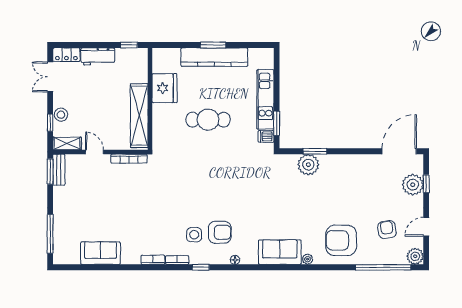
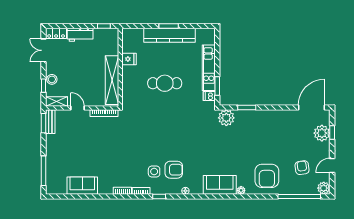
fridge: (165, 88) -> (129, 59), width x0.53, depth x0.75
plant: (308, 165) -> (226, 118), moved
armchair: (341, 240) -> (267, 176), turned -90

